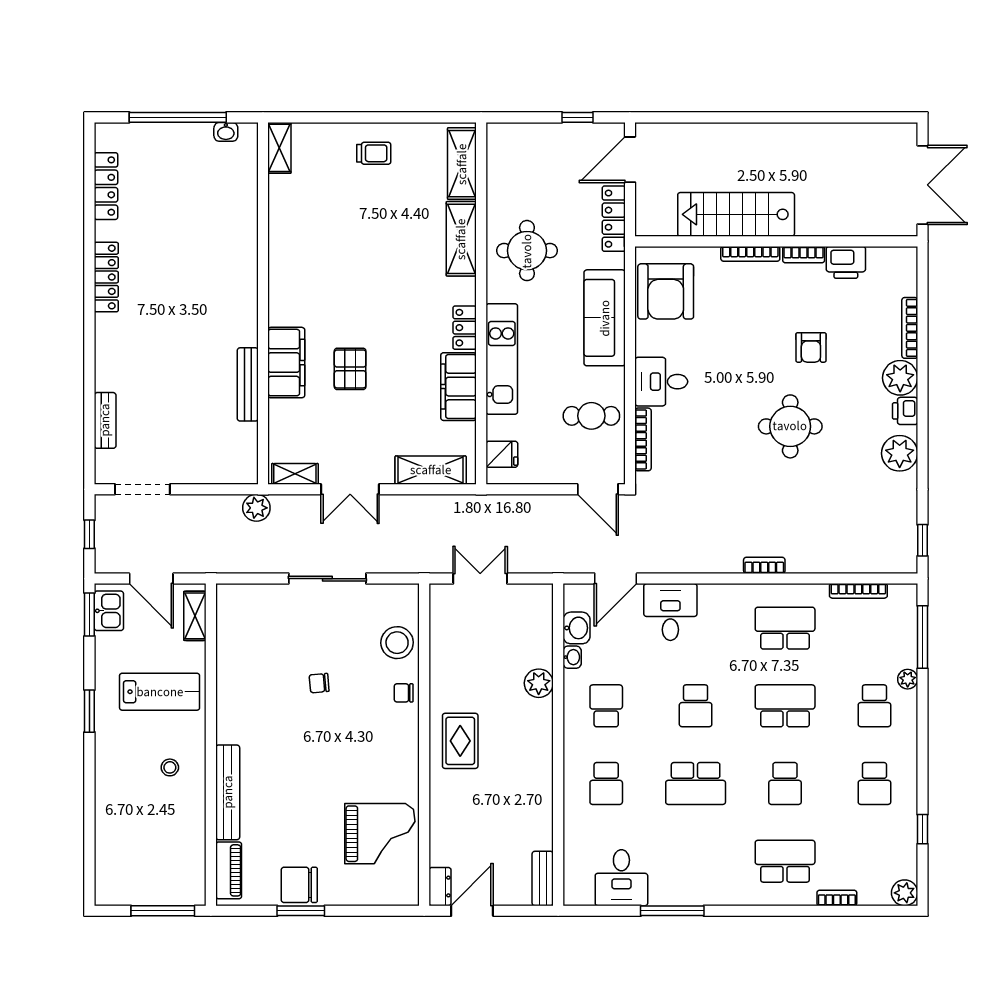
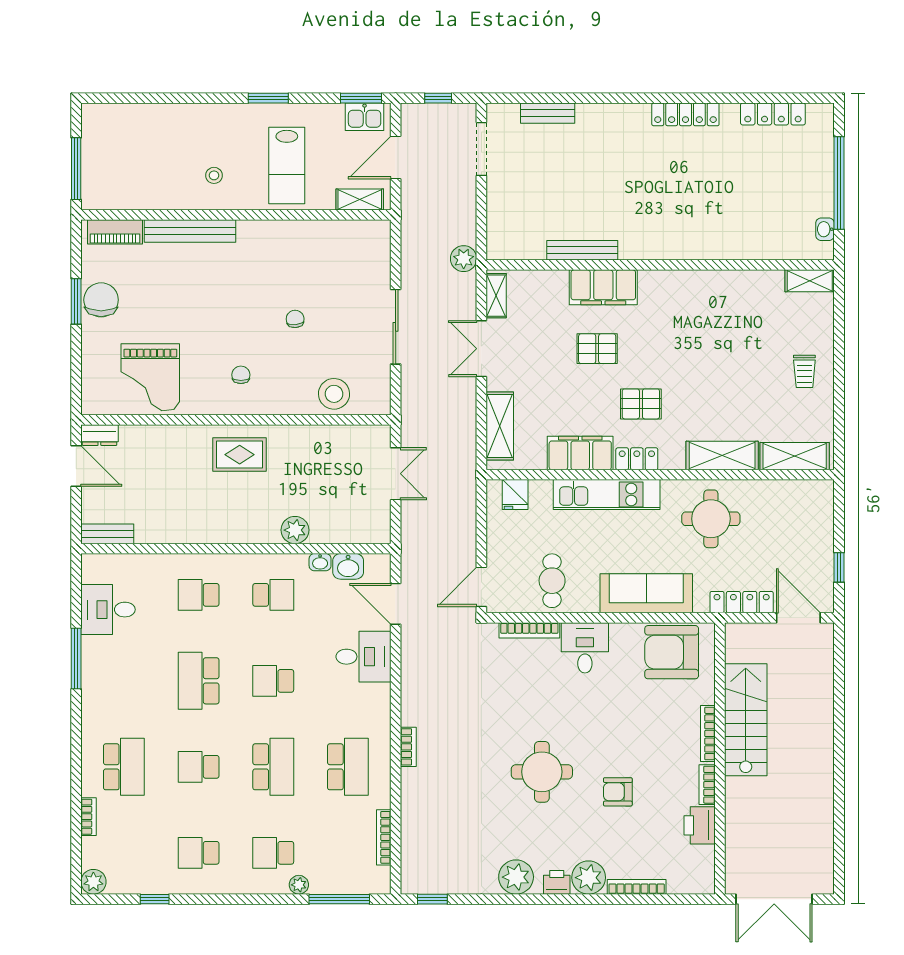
pallet: (408, 323) -> (641, 404), added
chair: (404, 693) -> (241, 375), moved

